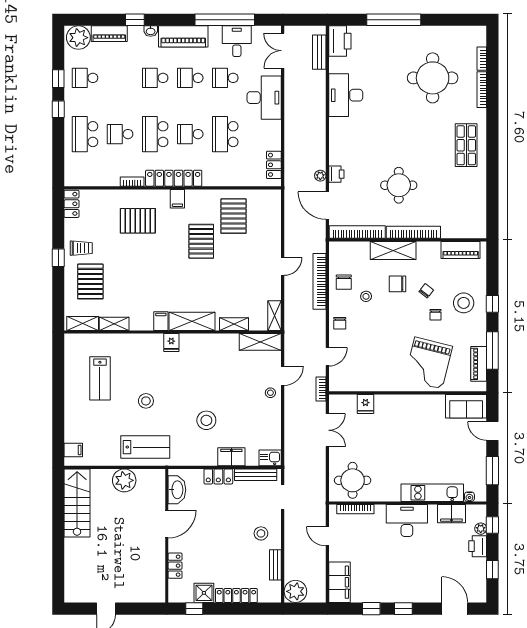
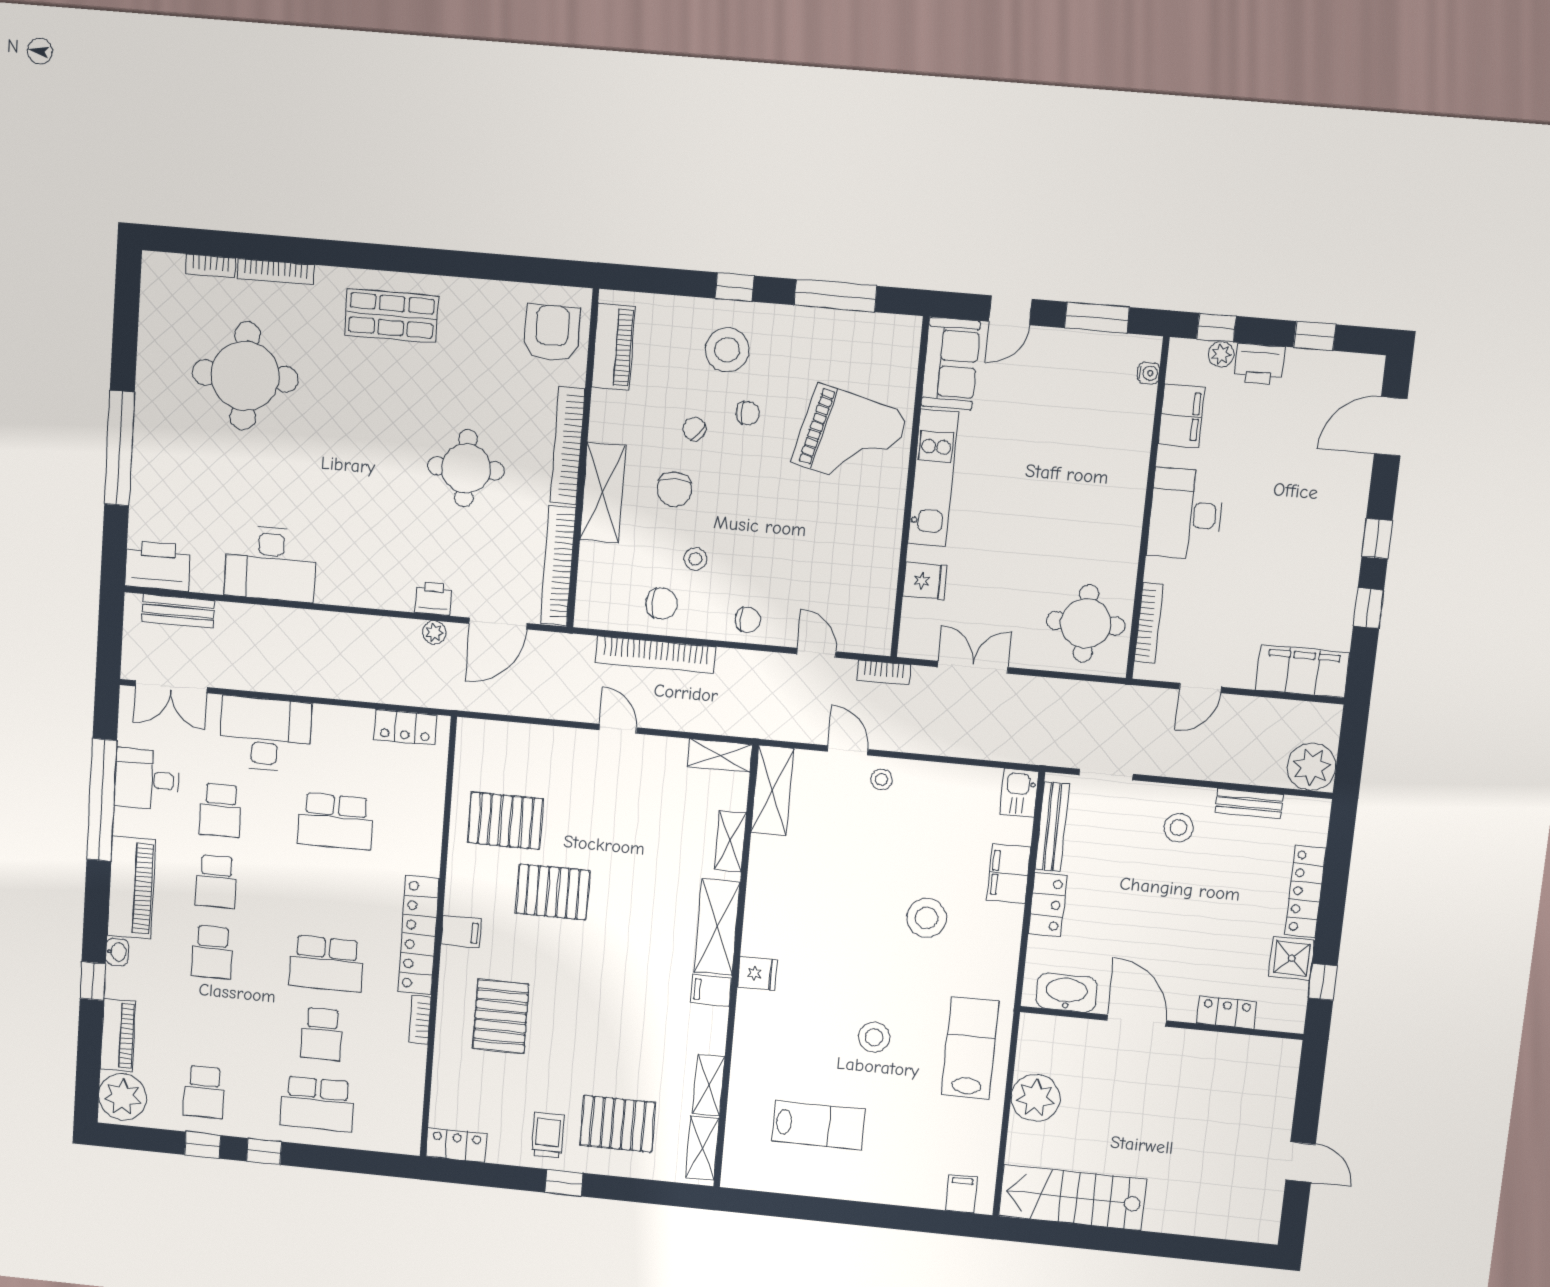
school desk: (190, 134) -> (331, 893), removed
armchair: (464, 221) -> (552, 333), added
piano: (479, 364) -> (862, 328), removed
kitchen unit: (432, 493) -> (933, 478), moved, turned 180

